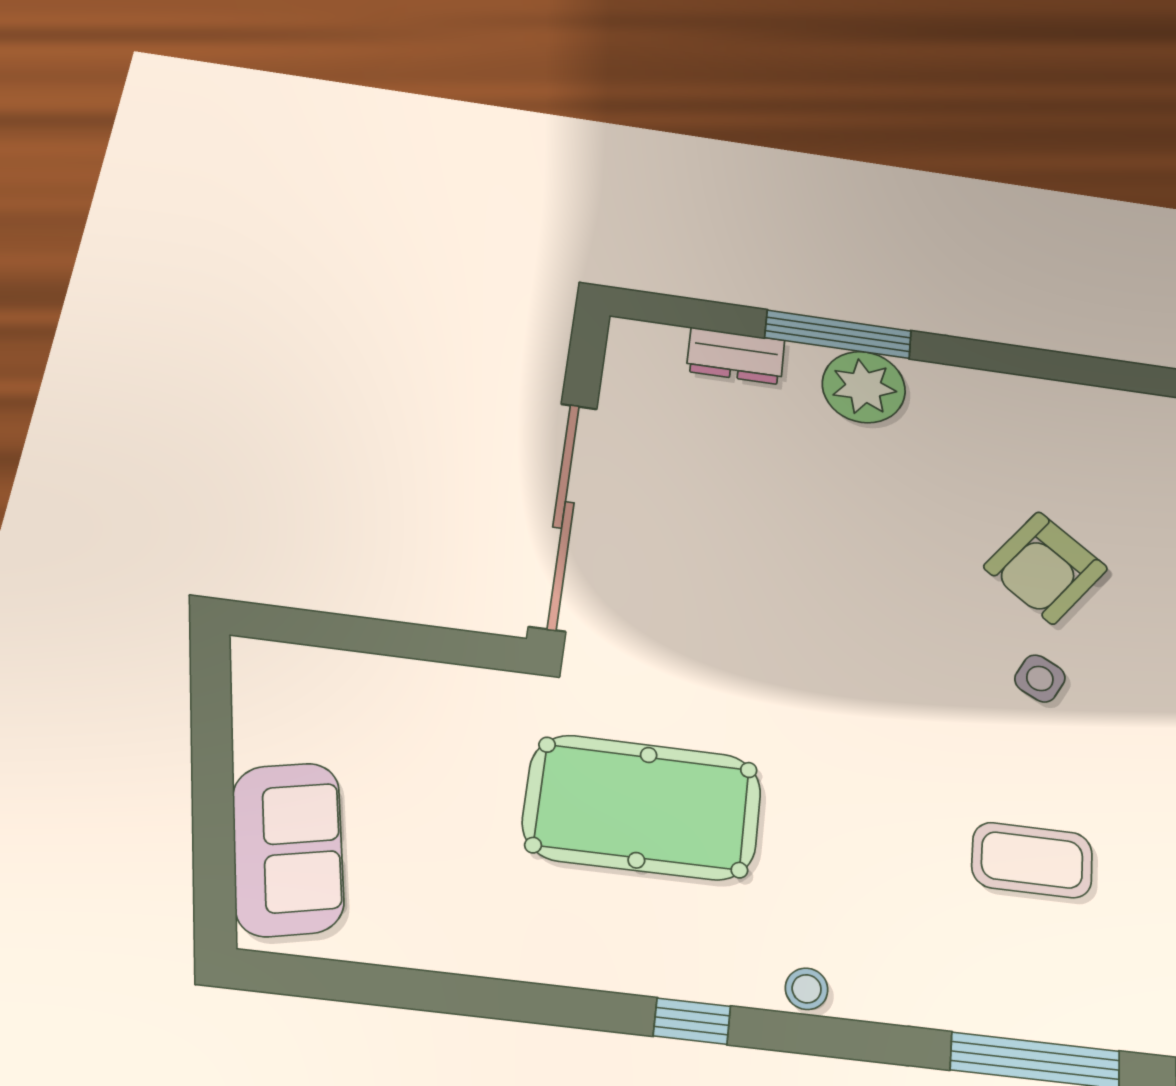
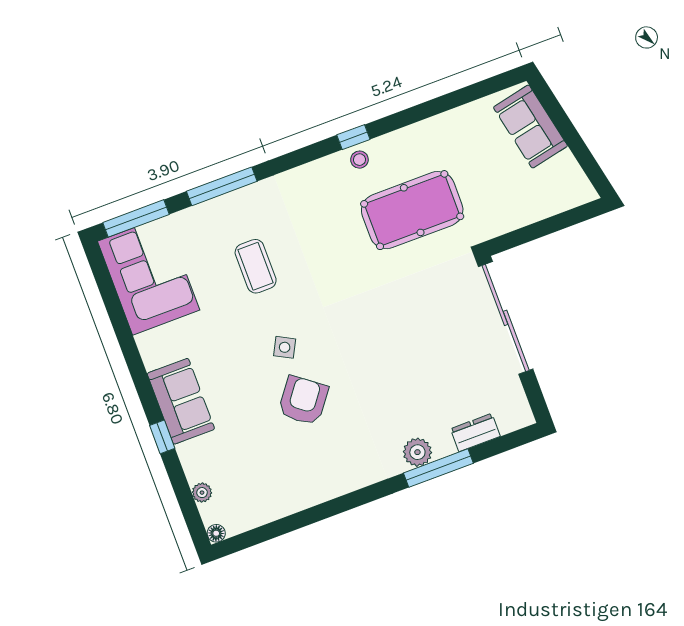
plant: (864, 387) -> (417, 452), width x0.73, depth x0.73
coffee table: (1032, 860) -> (256, 266), turned 90
stool: (807, 989) -> (359, 160), moved

